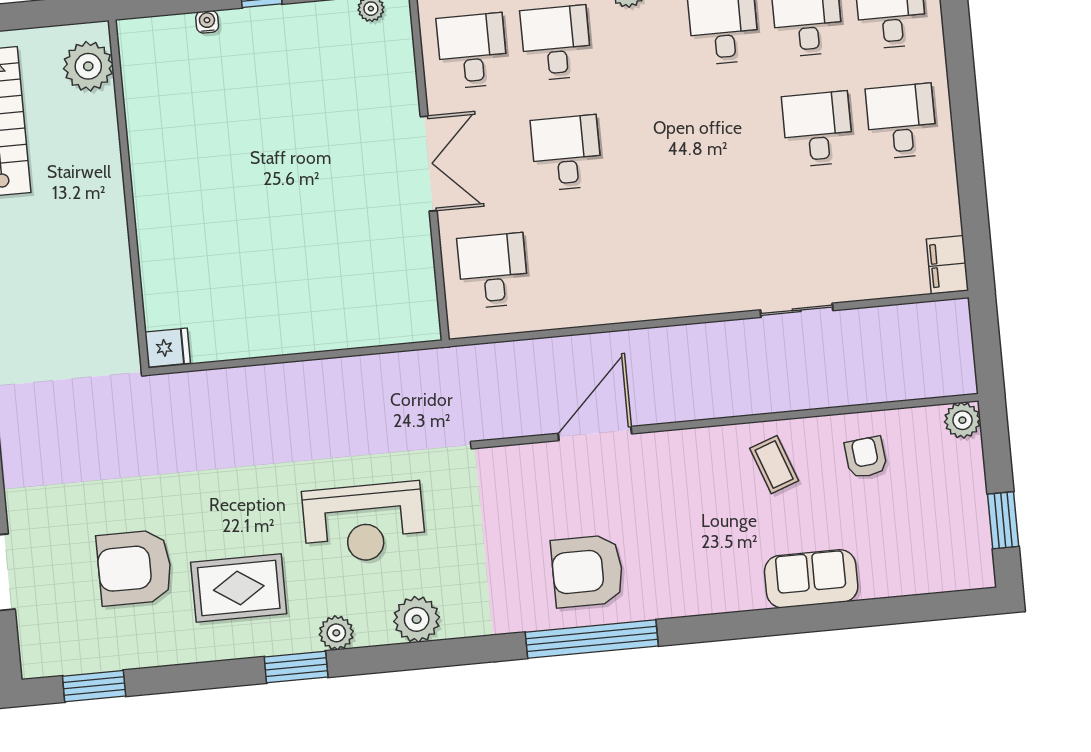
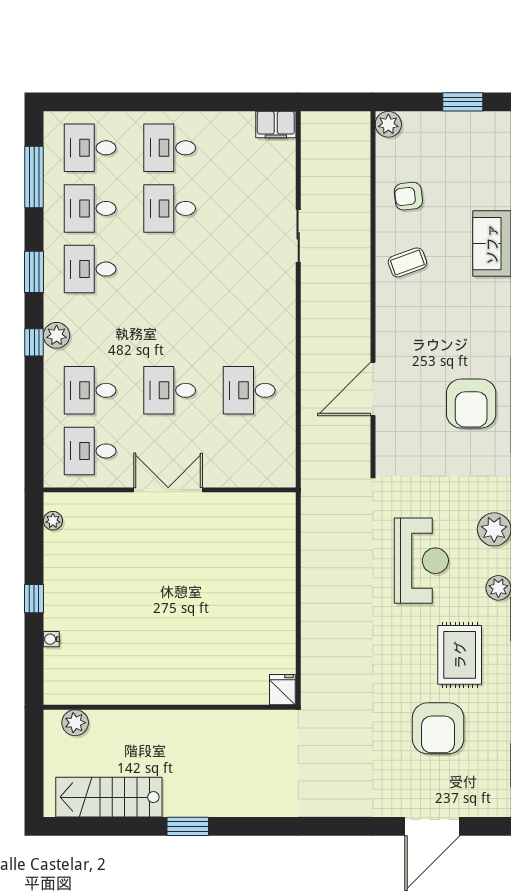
plant: (88, 66) -> (75, 723), width x0.73, depth x0.73
desk: (493, 271) -> (249, 390), moved
door: (595, 434) -> (373, 389), hinge flipped

